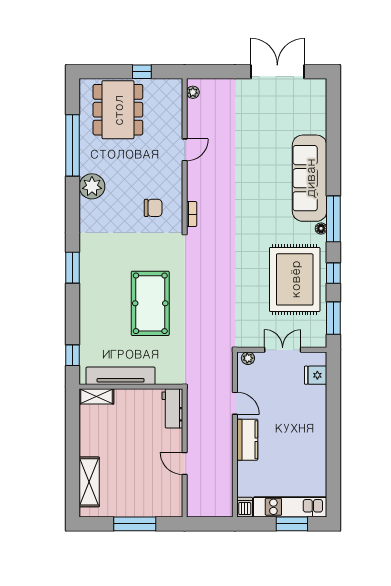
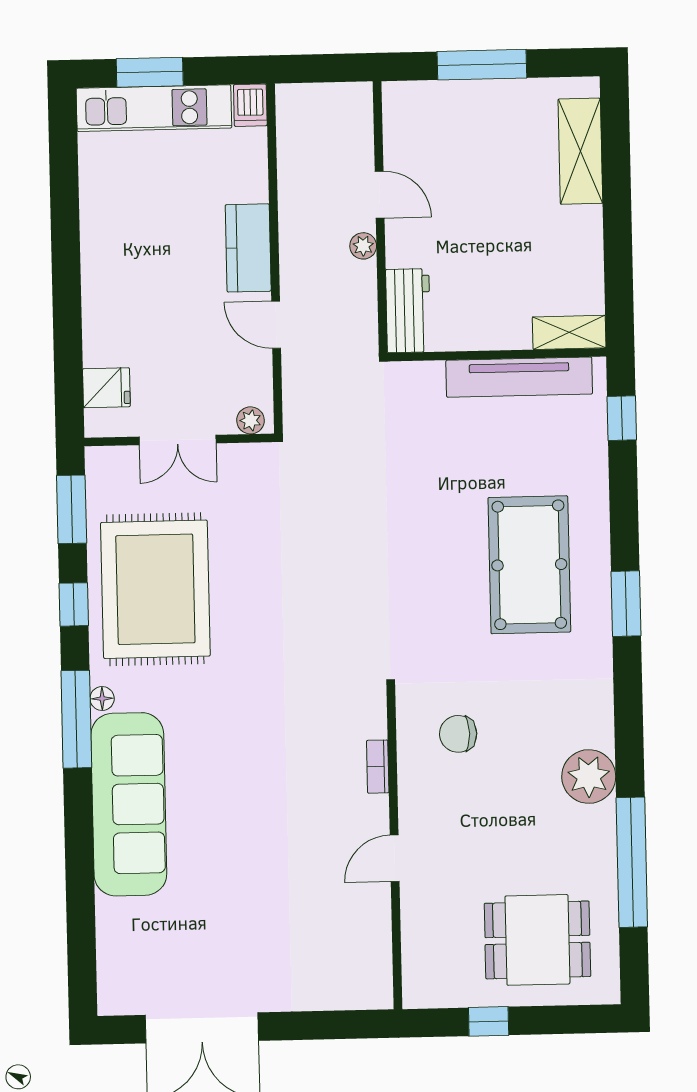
plant: (193, 92) -> (363, 246), moved
dining table: (118, 110) -> (537, 940), width x0.73
bookcase: (192, 214) -> (378, 767), moved
pool table: (150, 303) -> (529, 565), moved

